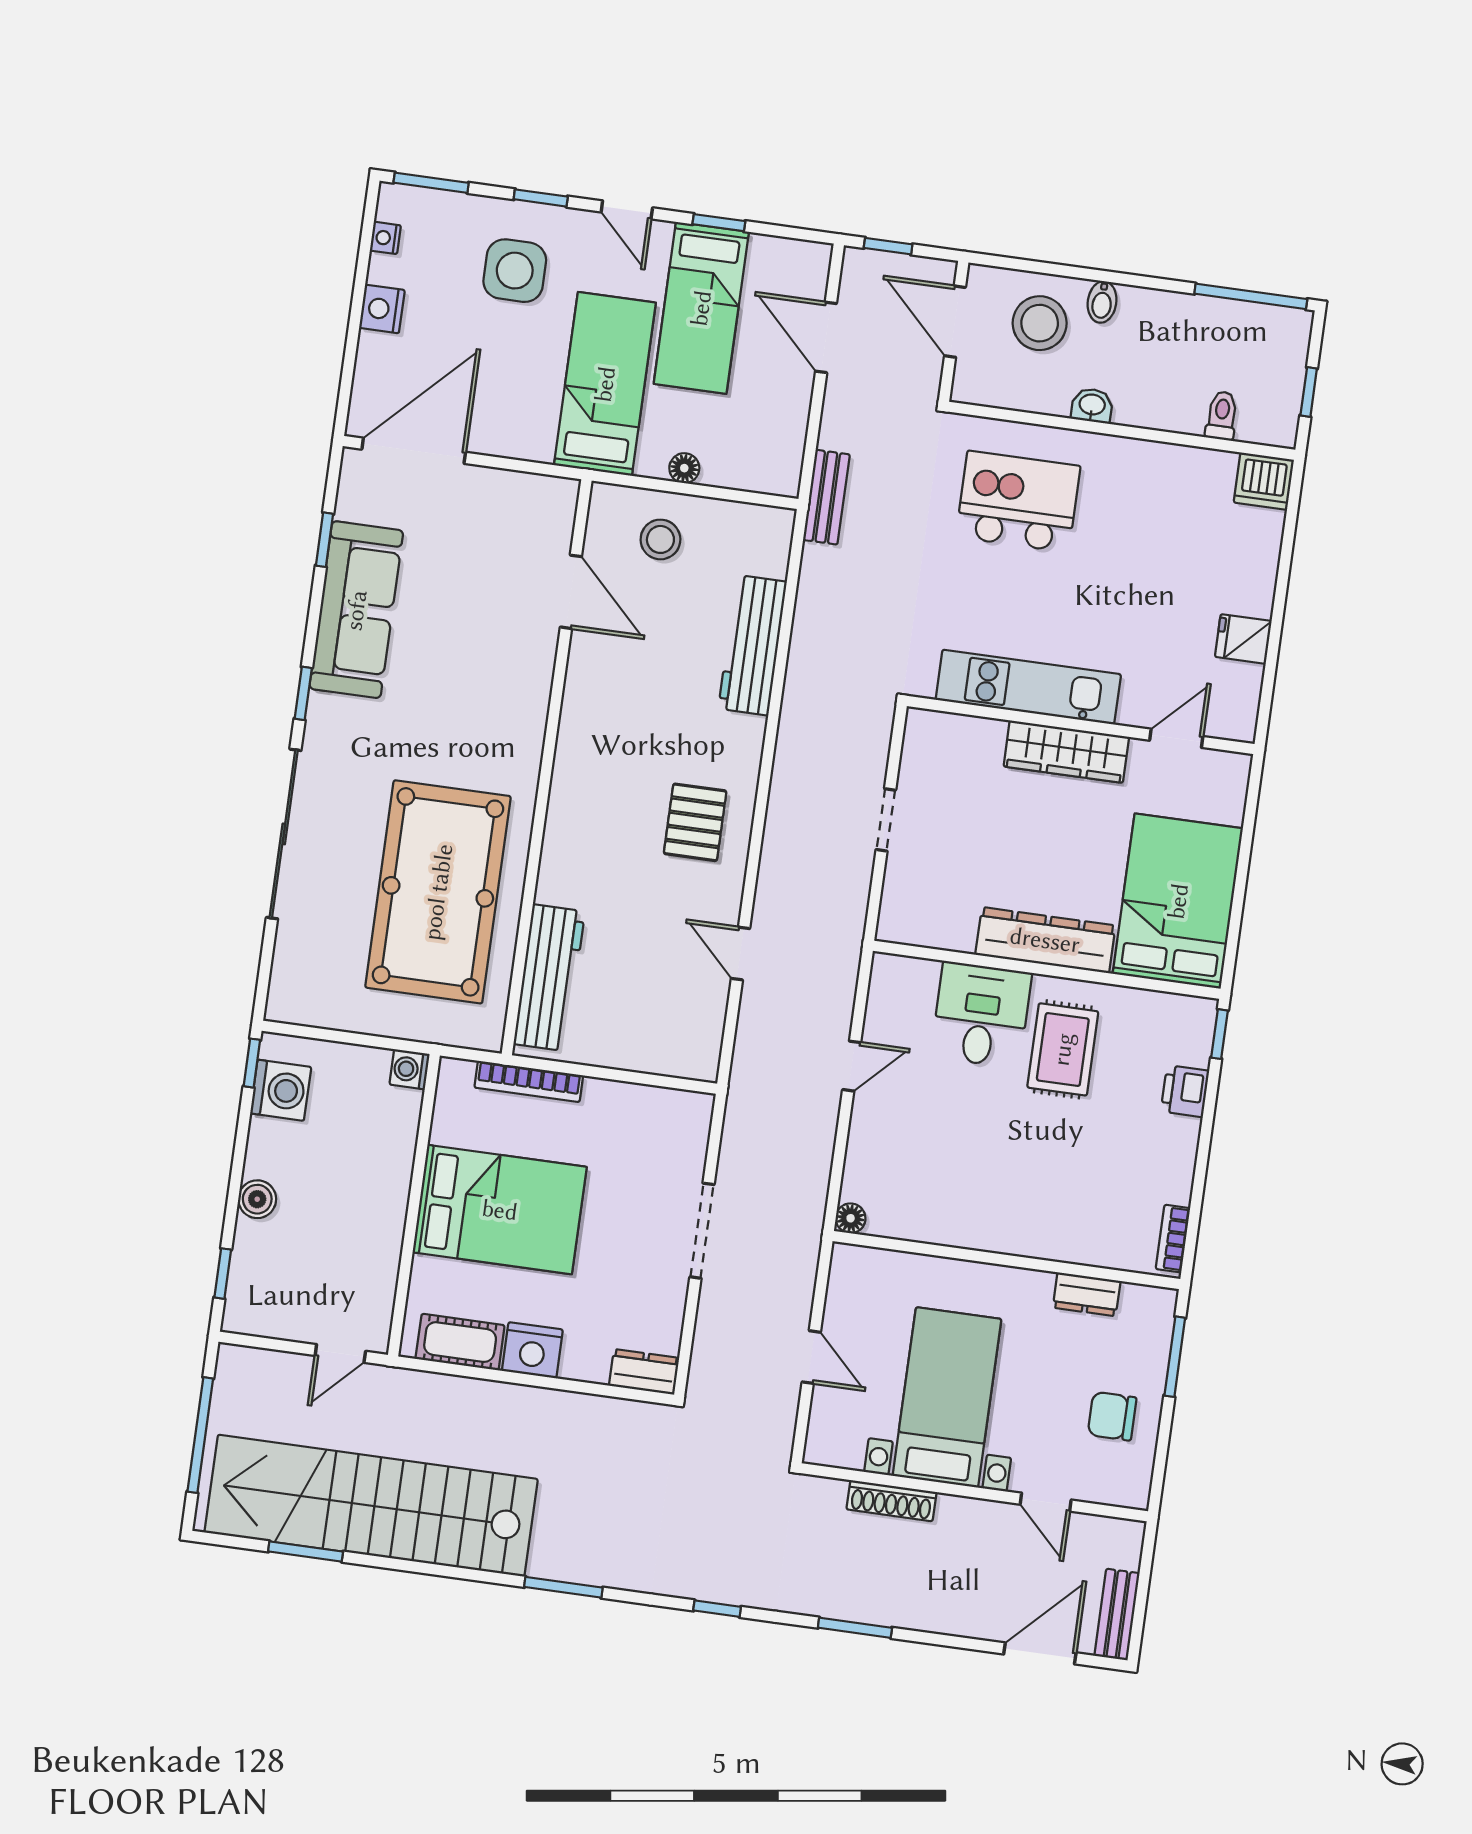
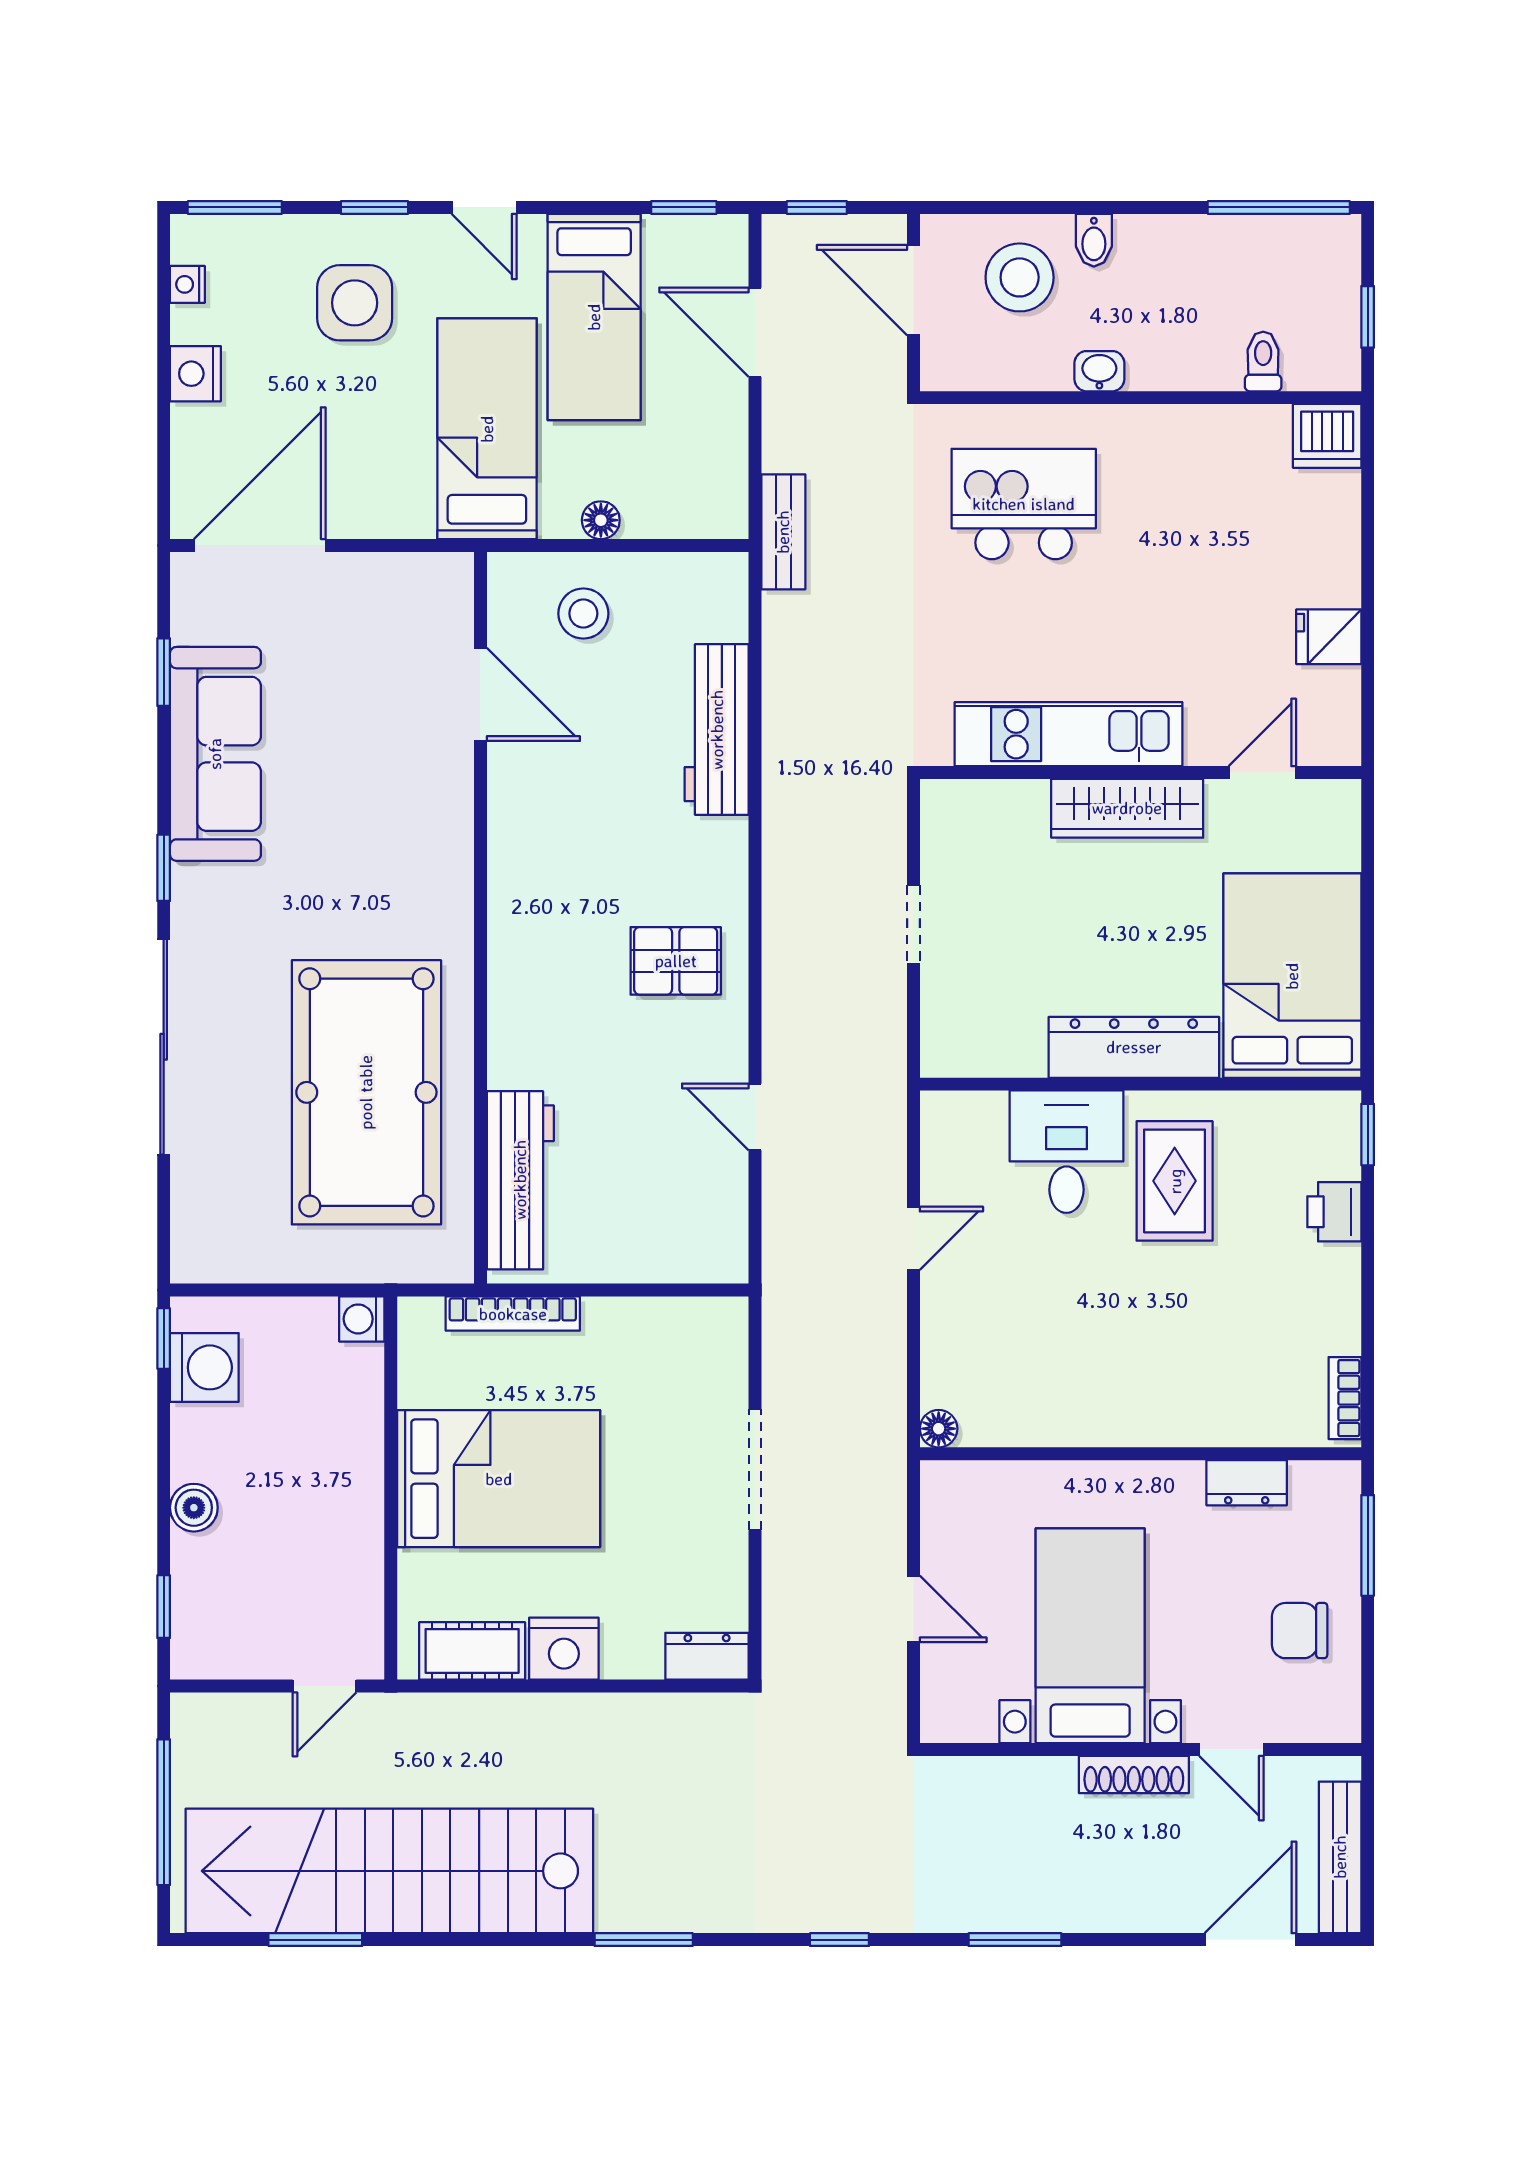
window: (719, 223) -> (684, 207), moved
pallet: (695, 822) -> (676, 961), turned 90
shoe rack: (891, 1501) -> (1134, 1774), moved
bench: (1117, 1615) -> (1340, 1857), width x1.36

